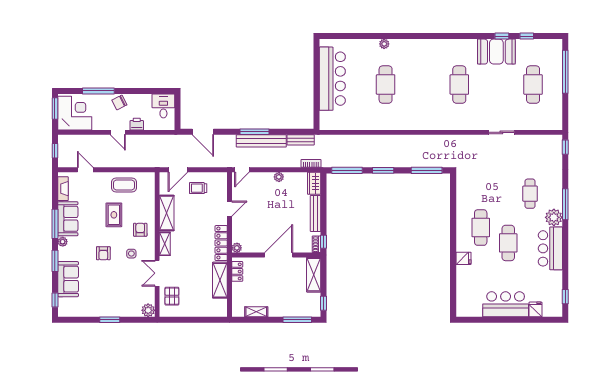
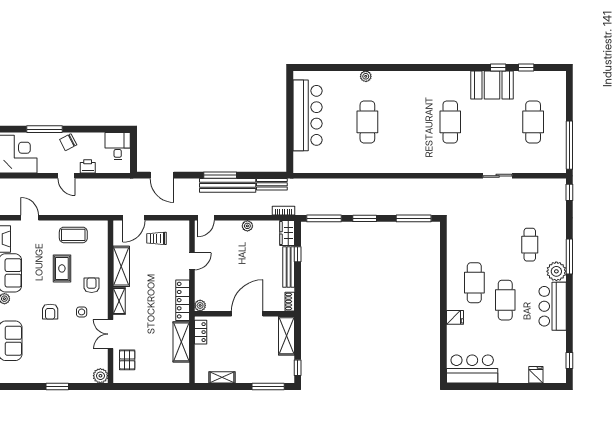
window: (565, 72) -> (569, 145), moved
window: (324, 242) -> (298, 254), moved
bar counter: (506, 304) -> (472, 369), moved

